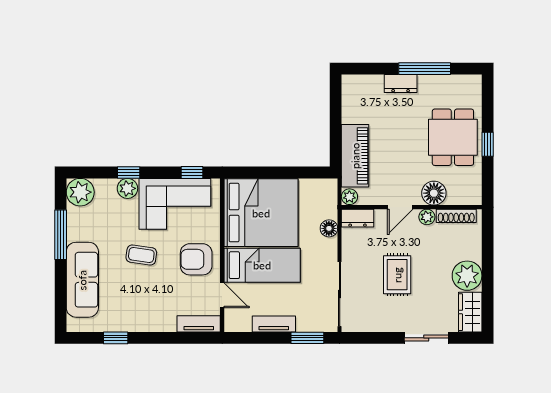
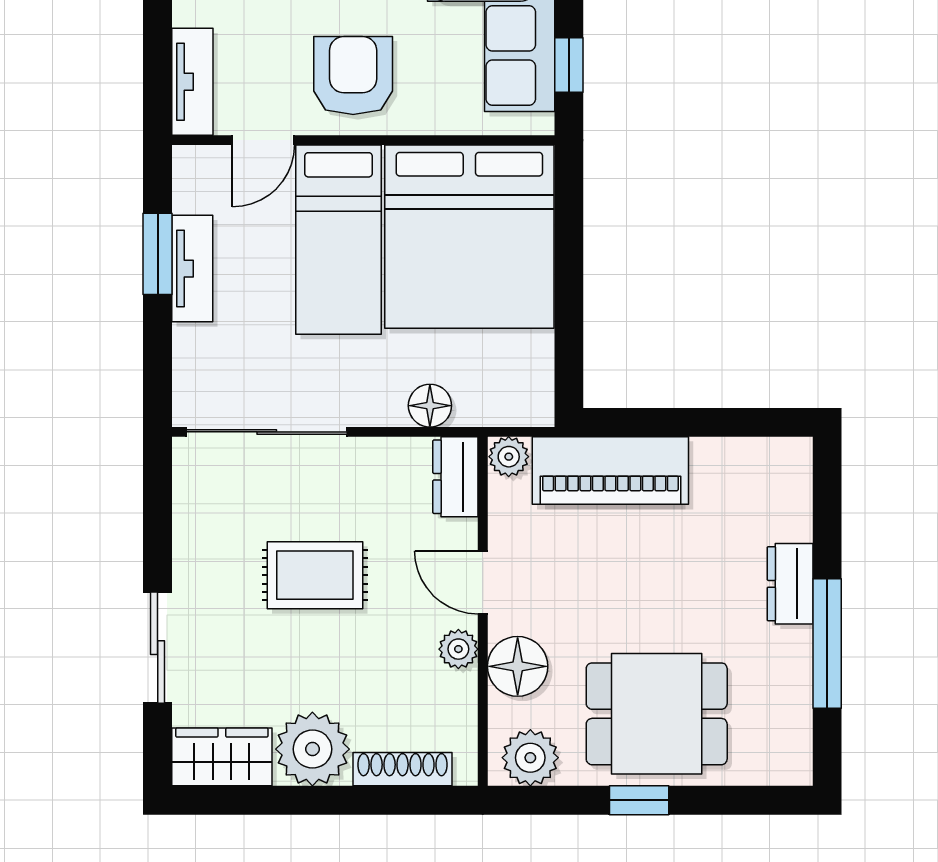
plant: (471, 188) -> (530, 758), added
shoe rack: (456, 216) -> (403, 769), moved, turned 90
window: (307, 338) -> (158, 254), moved

